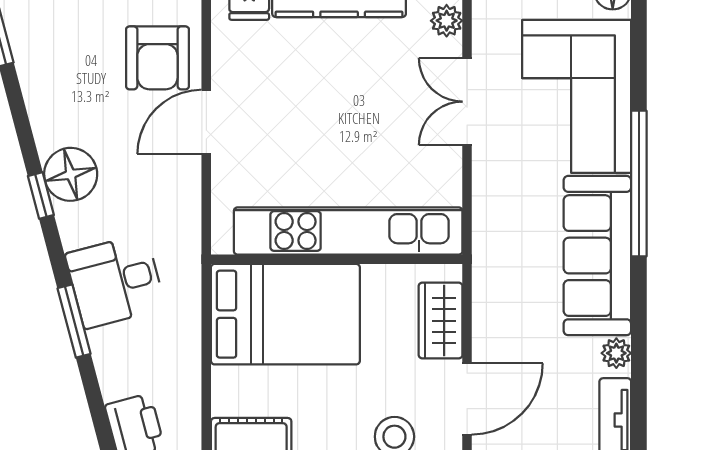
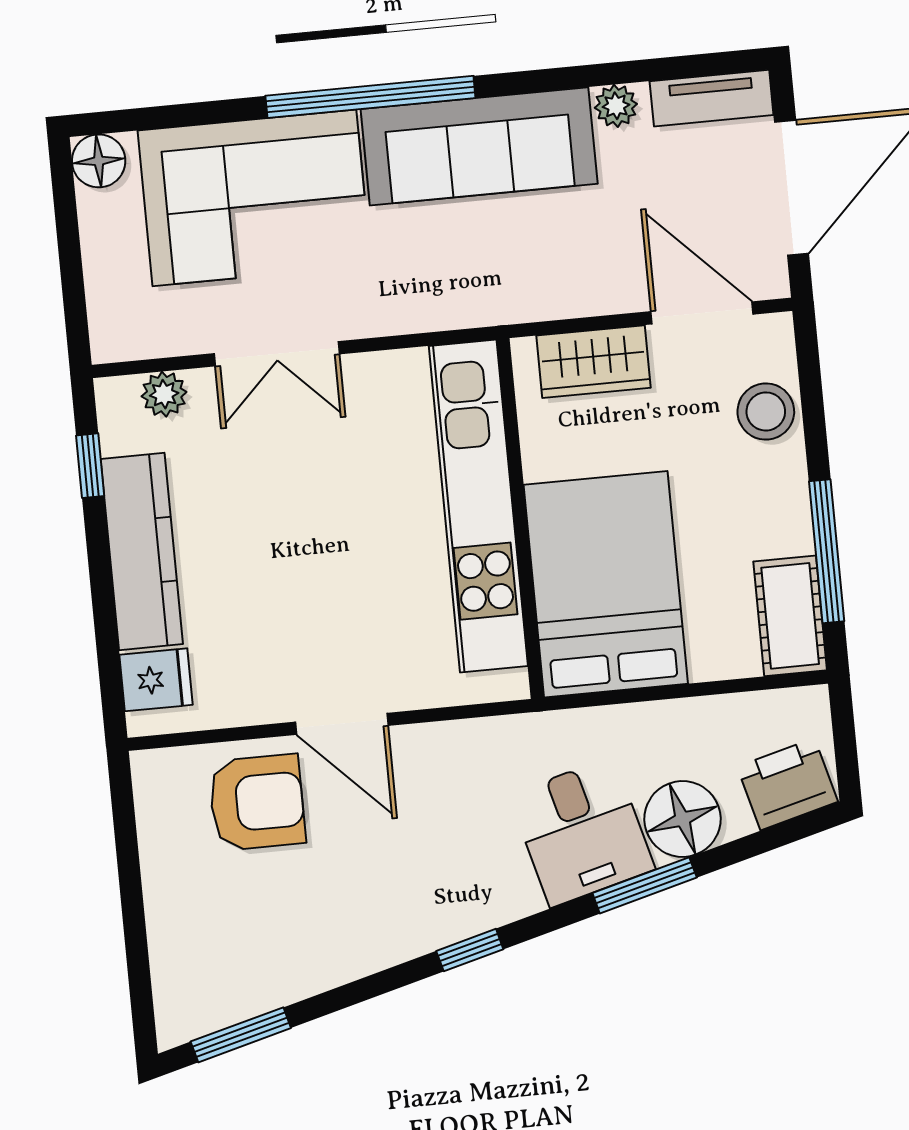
floor lamp: (71, 174) -> (682, 819), moved

